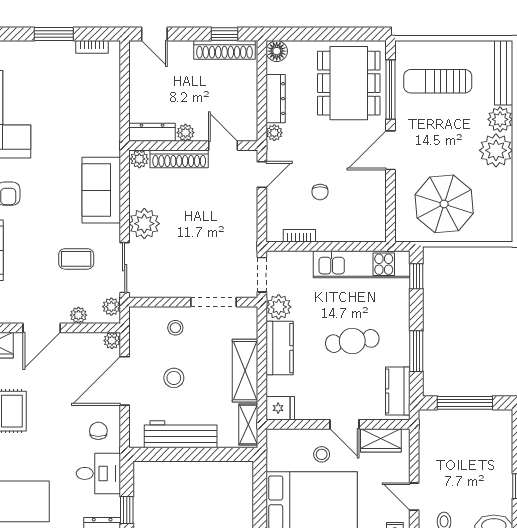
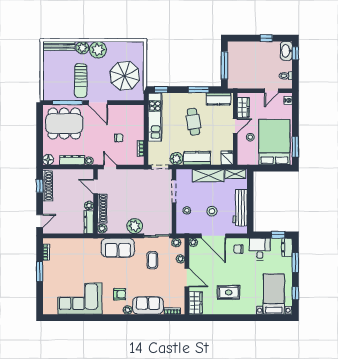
sun lounger: (438, 81) -> (81, 81), moved
door: (223, 146) -> (96, 187), hinge flipped

